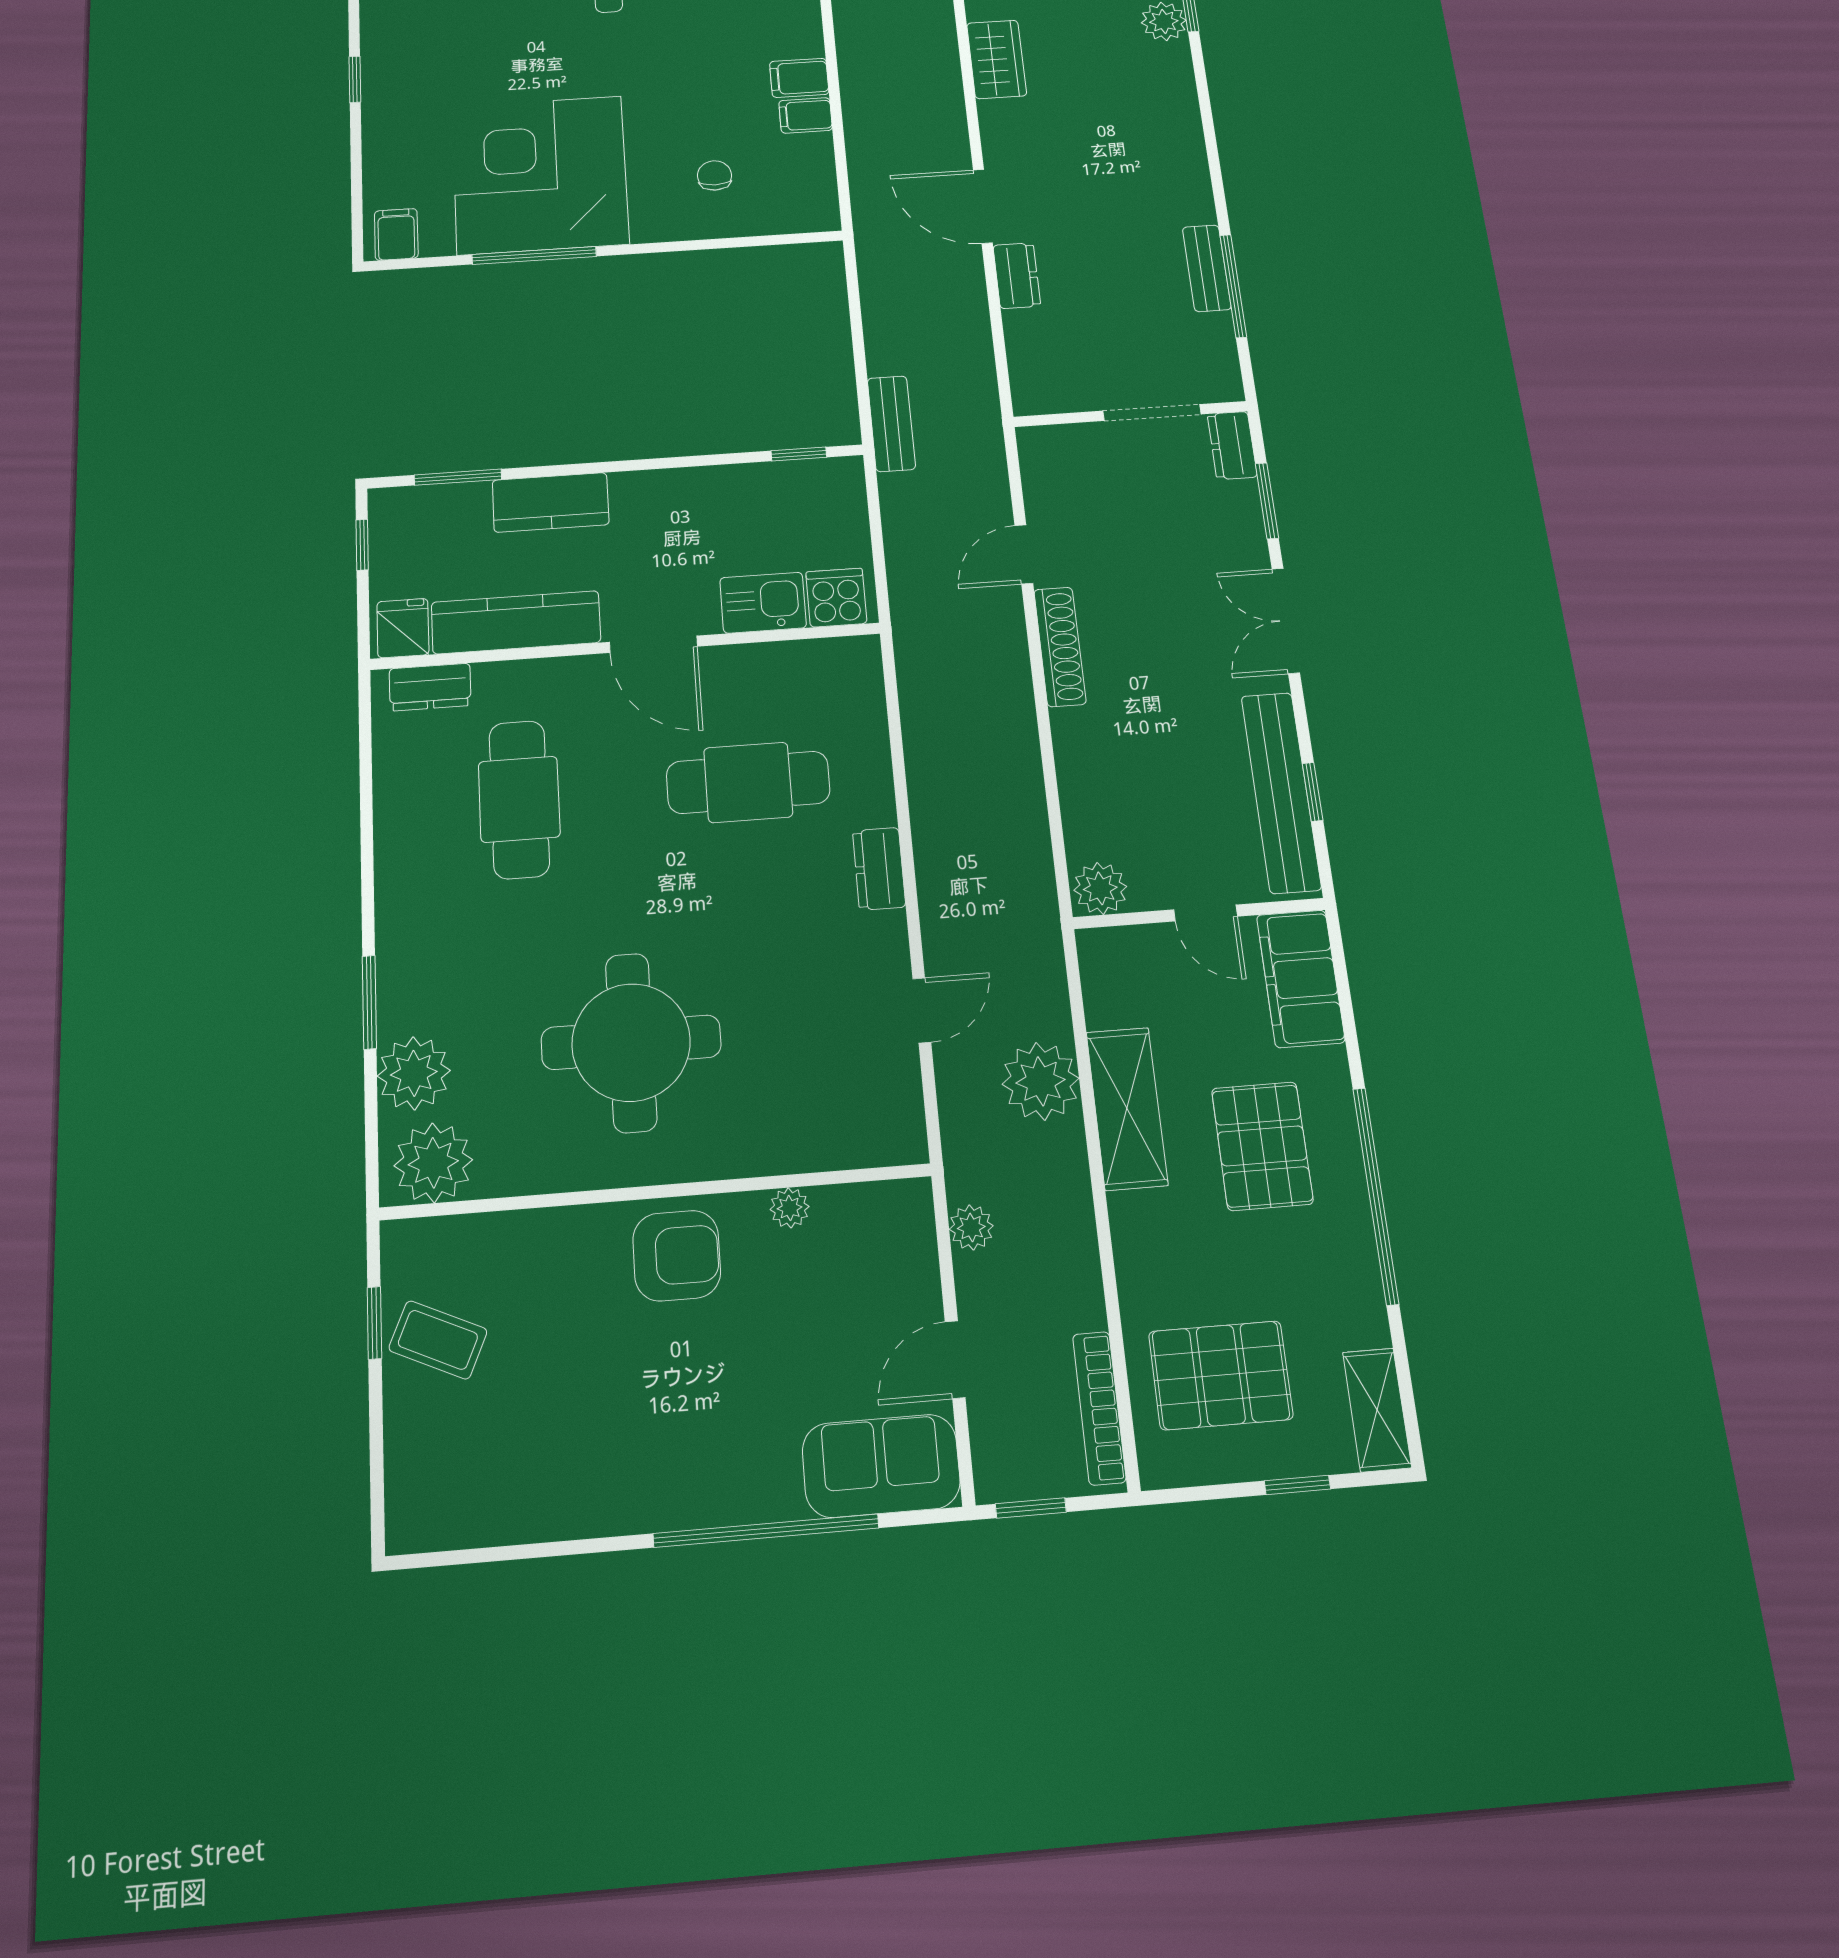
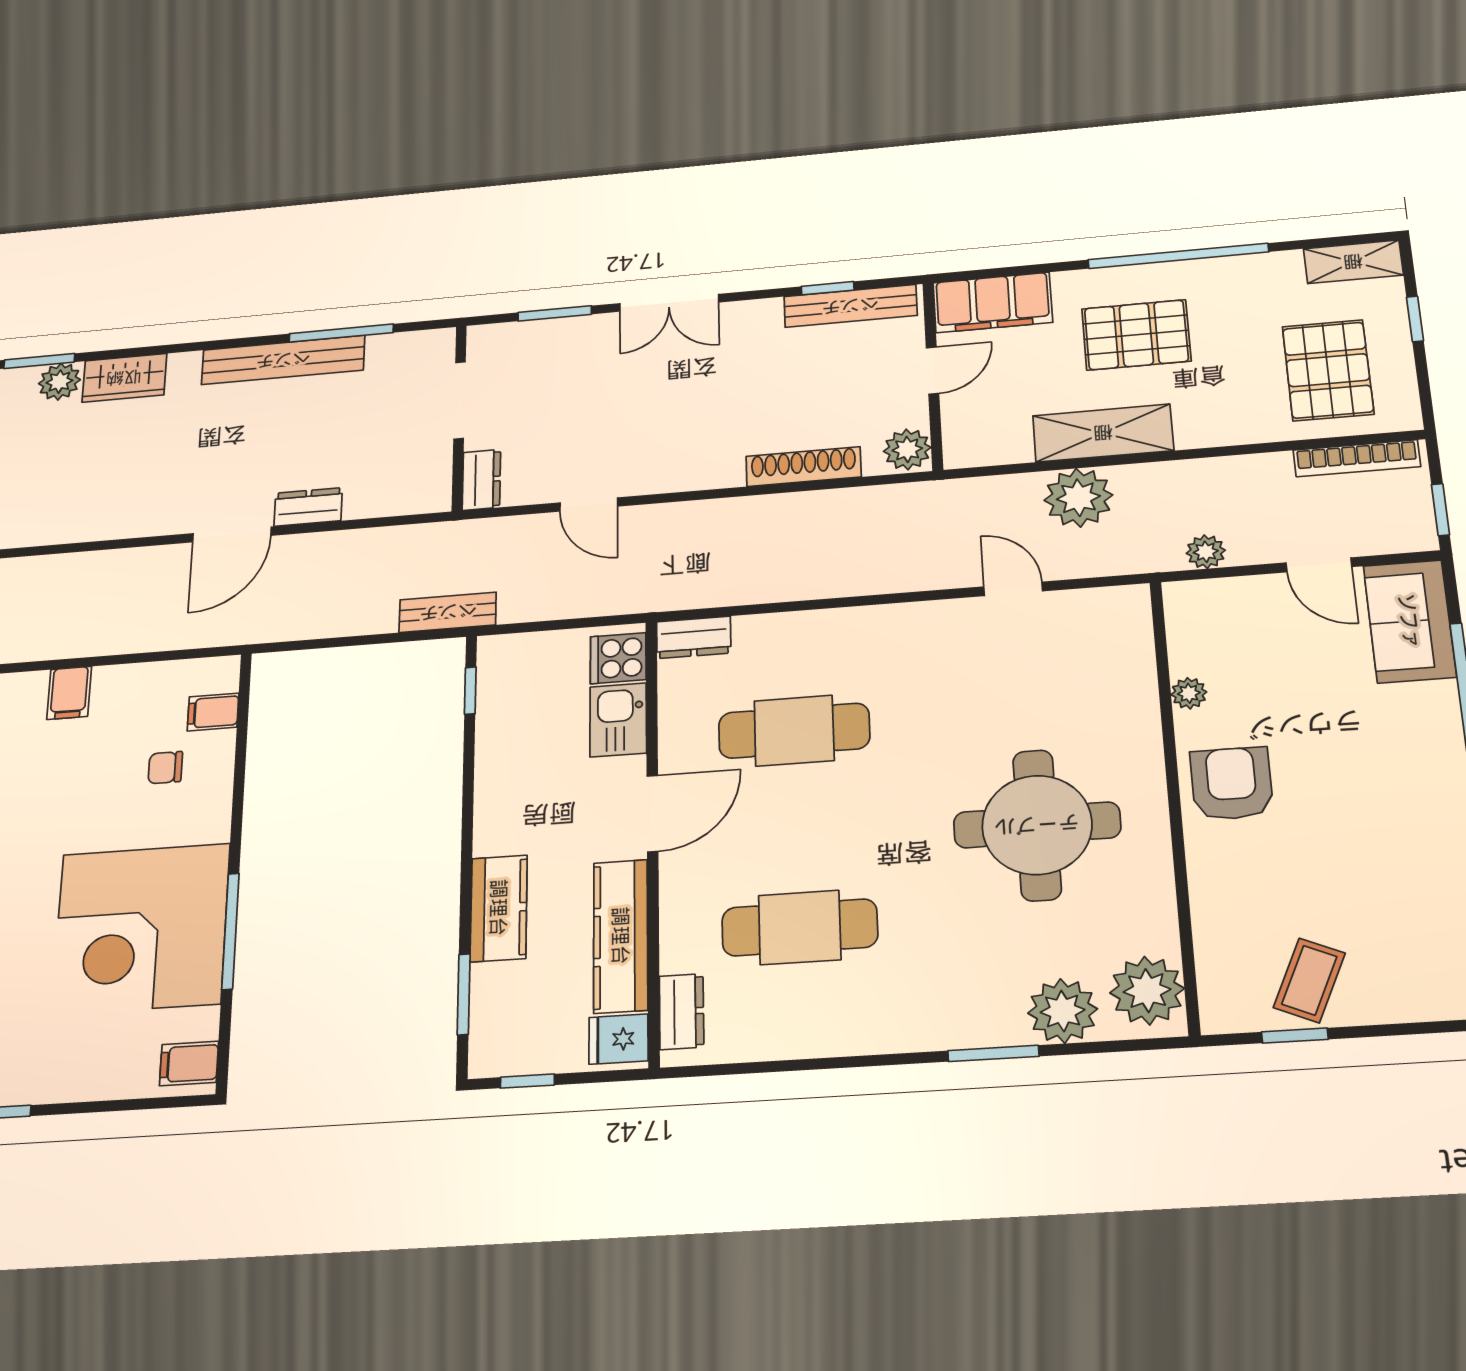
wardrobe: (997, 59) -> (124, 378), moved, turned 180
filing cabinet: (806, 115) -> (213, 712), moved, turned 90
bench: (1207, 268) -> (283, 360), width x1.86, depth x1.21
dresser: (1232, 445) -> (481, 480), moved, turned -90
shoe rack: (1060, 647) -> (803, 467), moved
cafe table: (748, 782) -> (794, 731), turned 90
bench: (1281, 792) -> (850, 306), width x0.73, depth x0.82
dresser: (879, 869) -> (694, 637), moved

